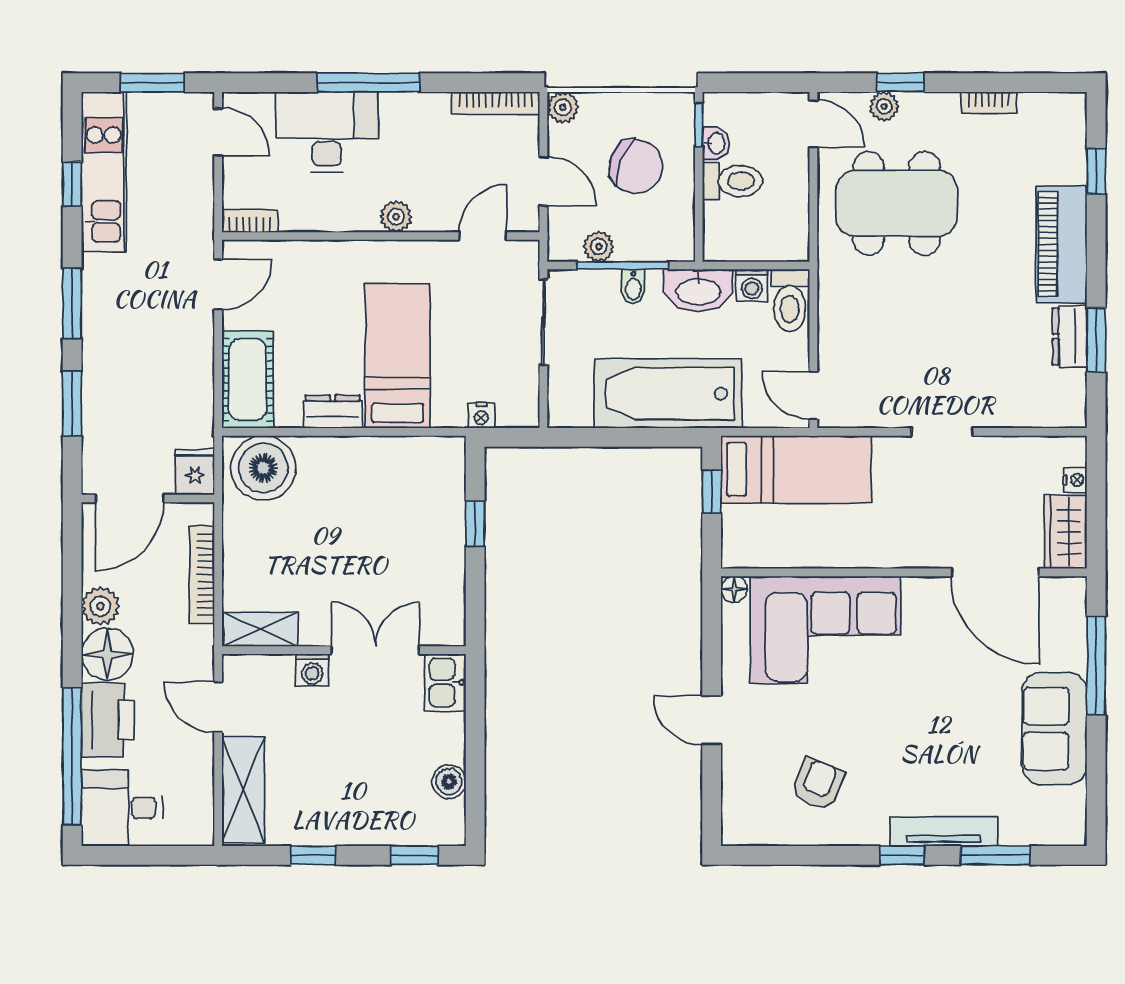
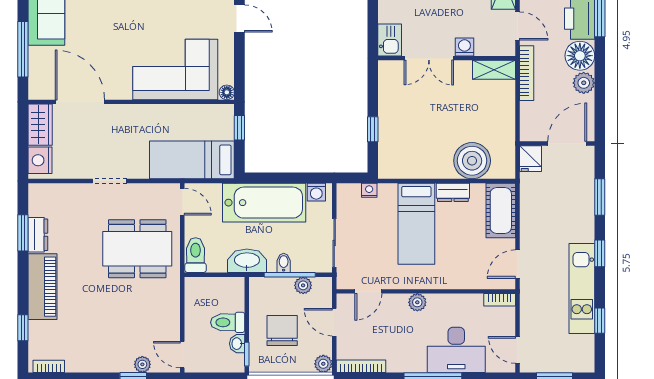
bookcase: (989, 103) -> (49, 366), moved
chair: (636, 166) -> (282, 330), turned 68
kitchen unit: (104, 172) -> (582, 288), moved
dining table: (897, 203) -> (137, 249), moved
washing machine: (752, 285) -> (316, 192), moved, turned 180
window: (72, 304) -> (600, 253), width x0.67
boiler: (263, 468) -> (472, 161), moved
nightstand: (1075, 480) -> (40, 160), width x1.89, depth x1.79
window: (712, 492) -> (239, 128), moved
bookcase: (202, 575) -> (527, 73), moved

